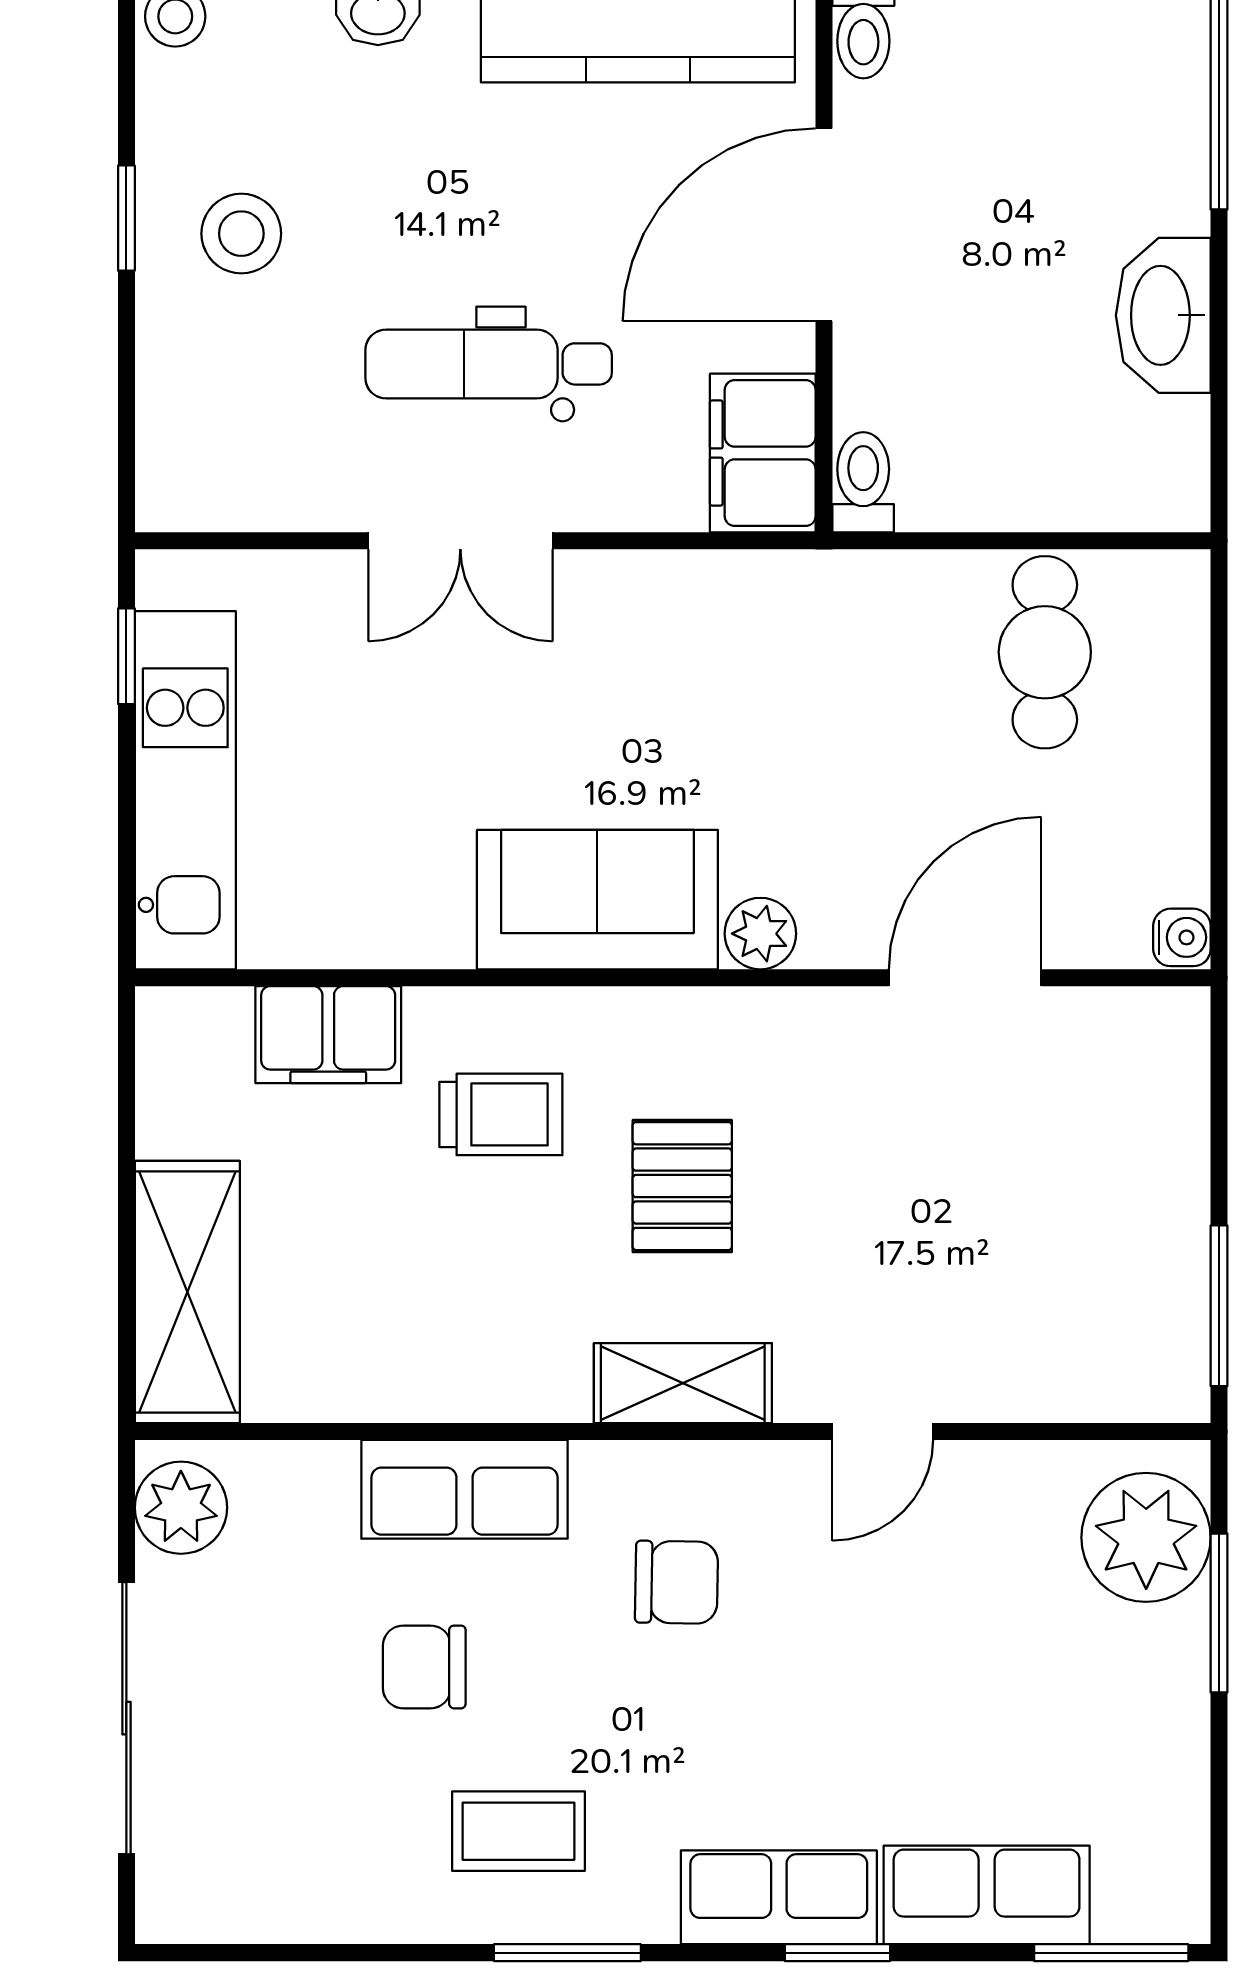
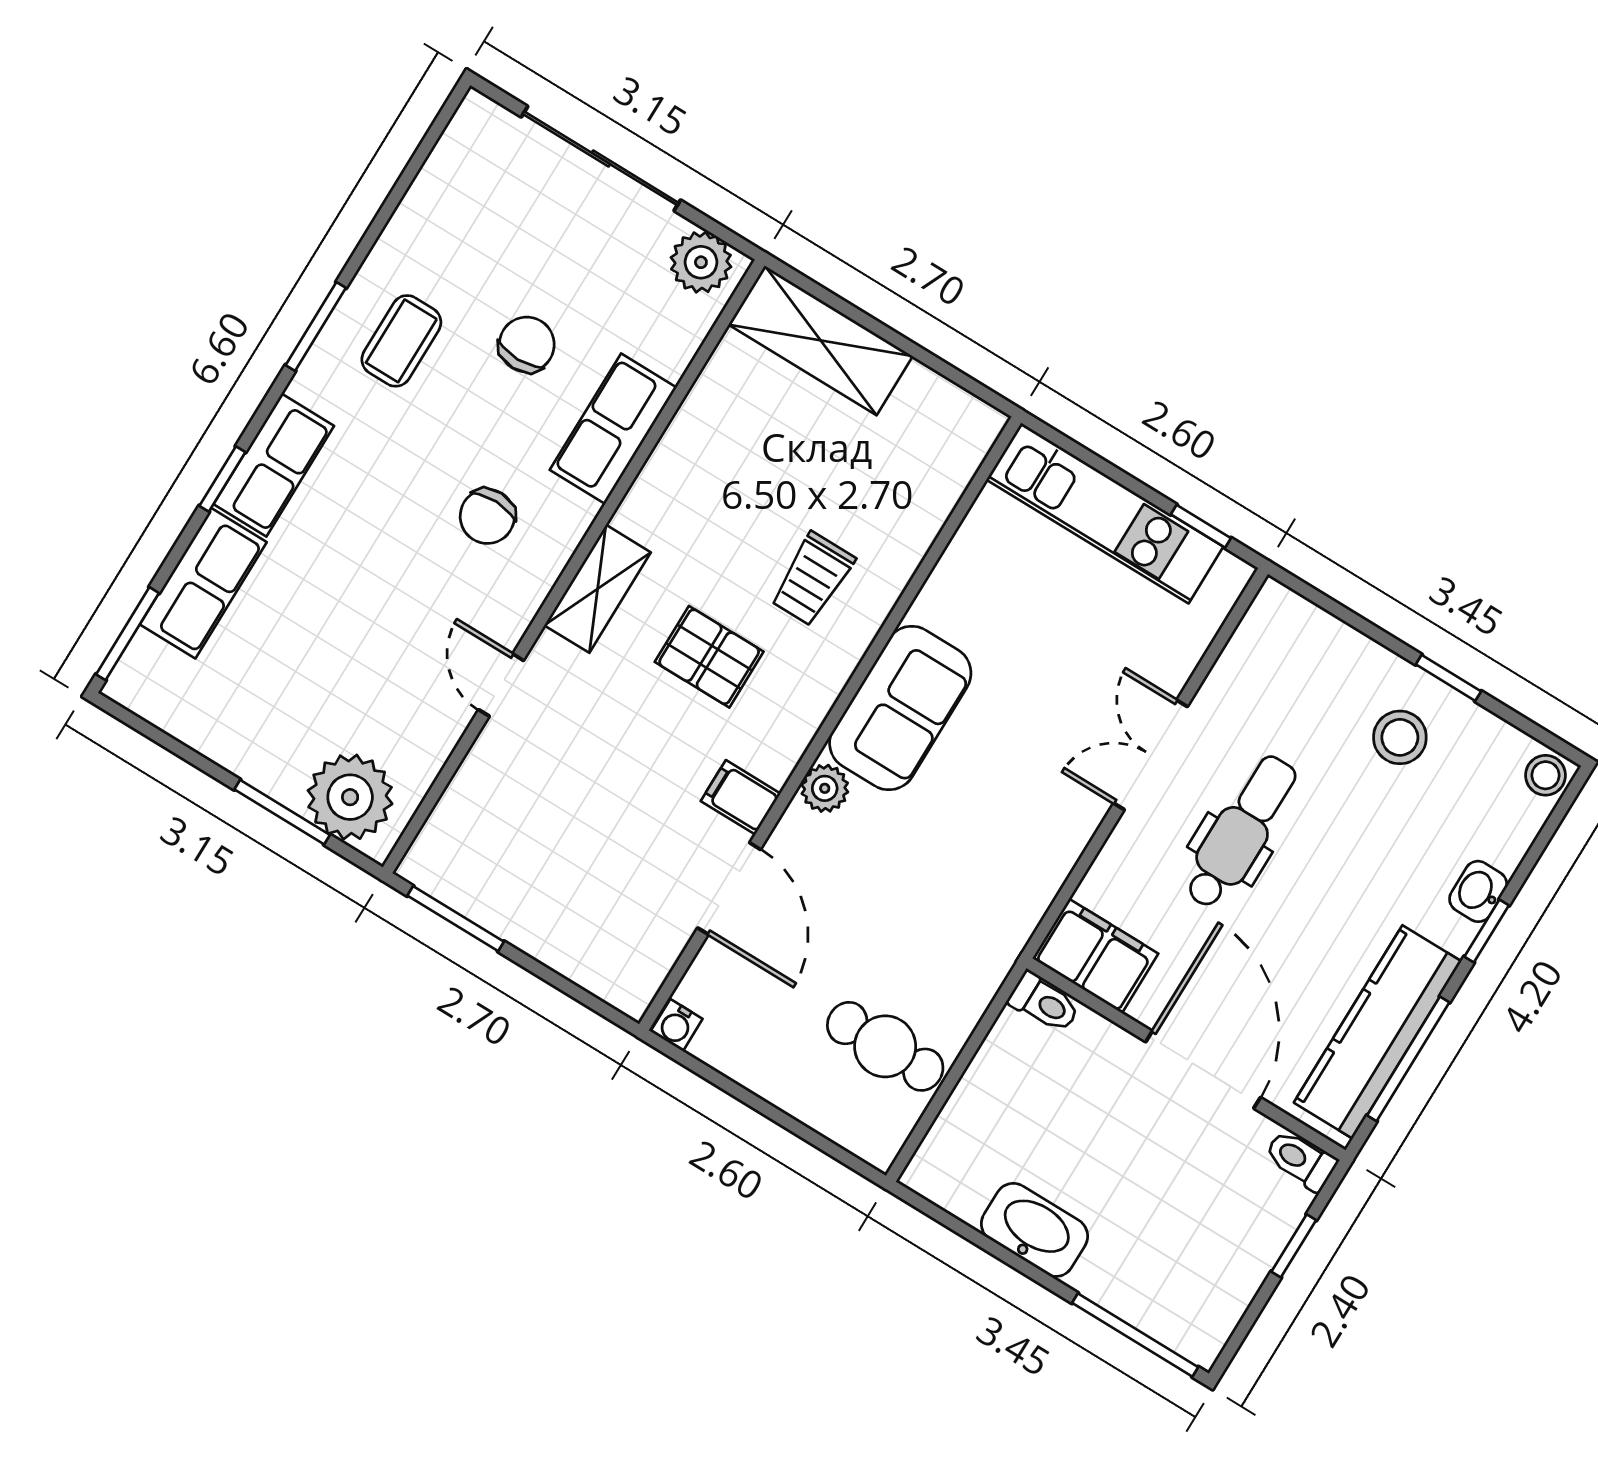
filing cabinet: (328, 1035) -> (741, 797), moved, width x0.50

